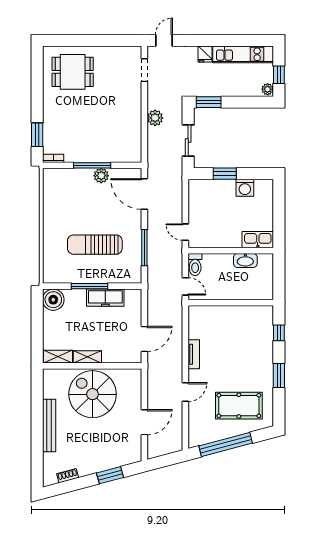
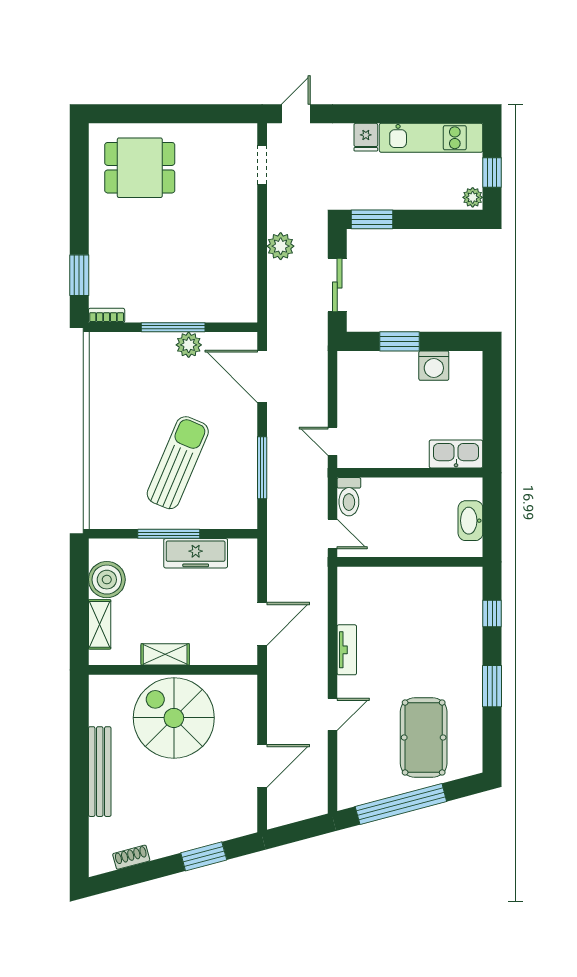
sun lounger: (95, 245) -> (178, 463), turned 113
washbasin: (245, 260) -> (470, 521), moved, turned 90
boiler: (53, 300) -> (107, 580), moved
shelving: (58, 357) -> (100, 624), moved, turned 90
pool table: (239, 406) -> (424, 737), turned 90

